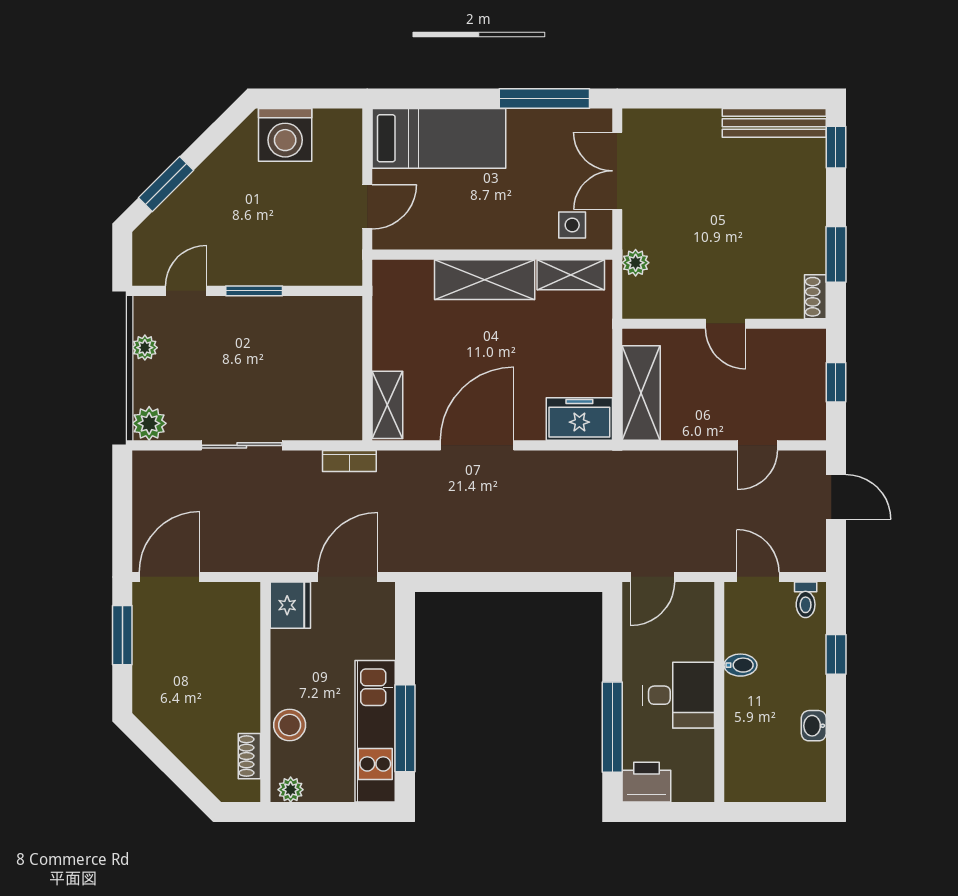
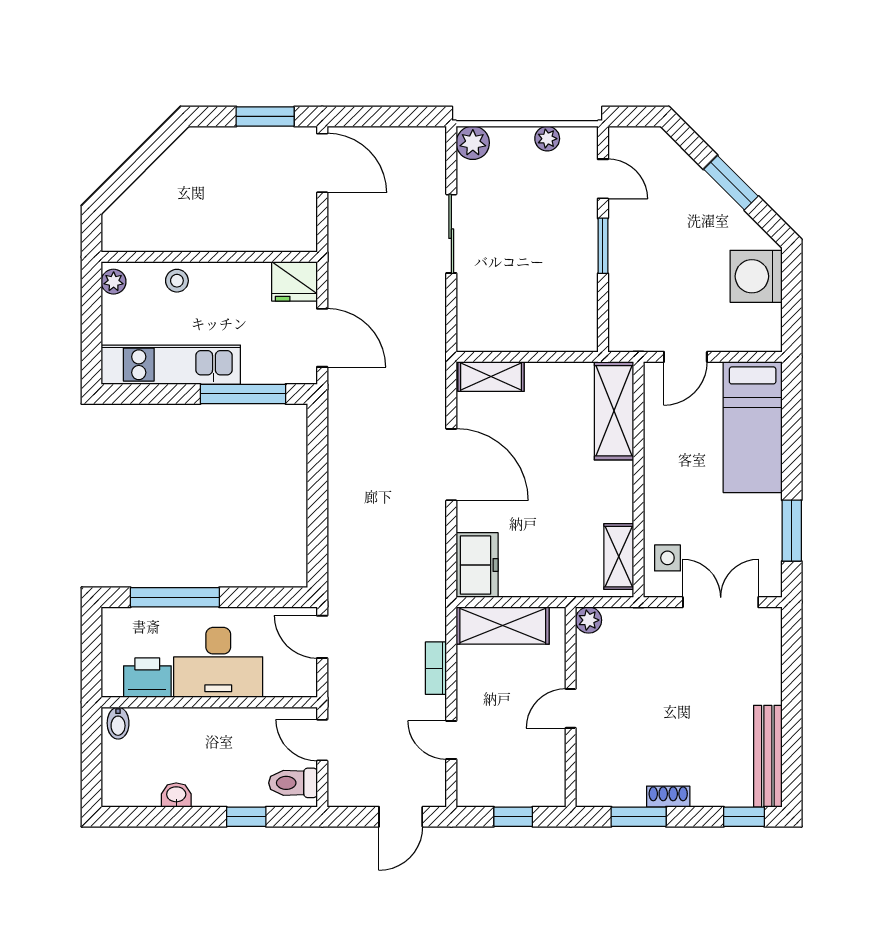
window: (544, 98) -> (792, 531), width x0.69
window: (166, 184) -> (731, 183), moved
door: (367, 207) -> (685, 357), hinge flipped
plant: (636, 263) -> (589, 620), moved
shelving: (485, 280) -> (614, 411), moved
shoe rack: (815, 297) -> (668, 797), moved
bookcase: (349, 461) -> (436, 668), moved
door: (758, 577) -> (322, 740), swing flipped
toilet: (806, 600) -> (293, 783), width x1.37, depth x1.39
bidet: (740, 665) -> (118, 723), moved
desk: (679, 695) -> (218, 662), width x1.37
stool: (290, 725) -> (177, 281), width x0.73, depth x0.73
window: (405, 728) -> (243, 394), moved
shoe rack: (249, 756) -> (146, 241), removed
printer: (646, 782) -> (147, 678), moved, turned -90

